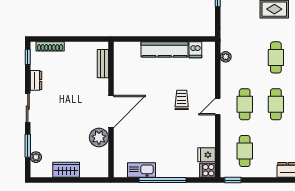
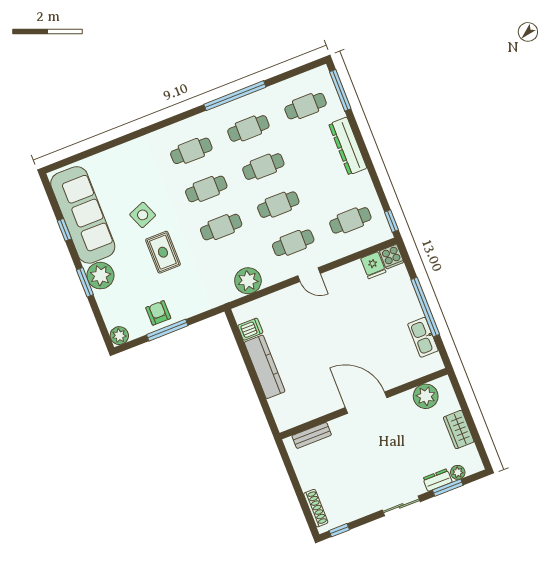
plant: (226, 57) -> (248, 281), width x1.87, depth x1.87
dresser: (36, 80) -> (437, 480), moved
trolley: (182, 100) -> (318, 322), removed
plant: (99, 137) -> (426, 396), moved

